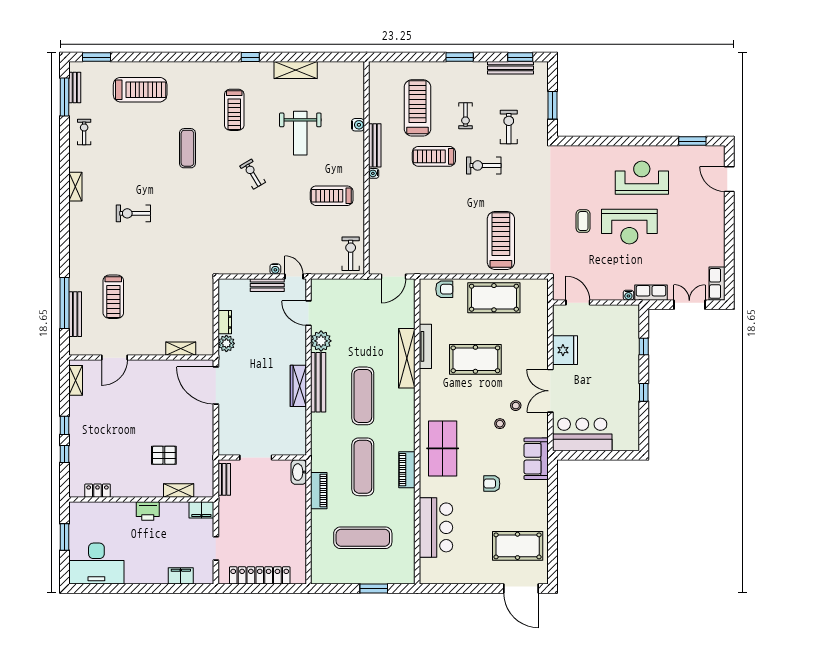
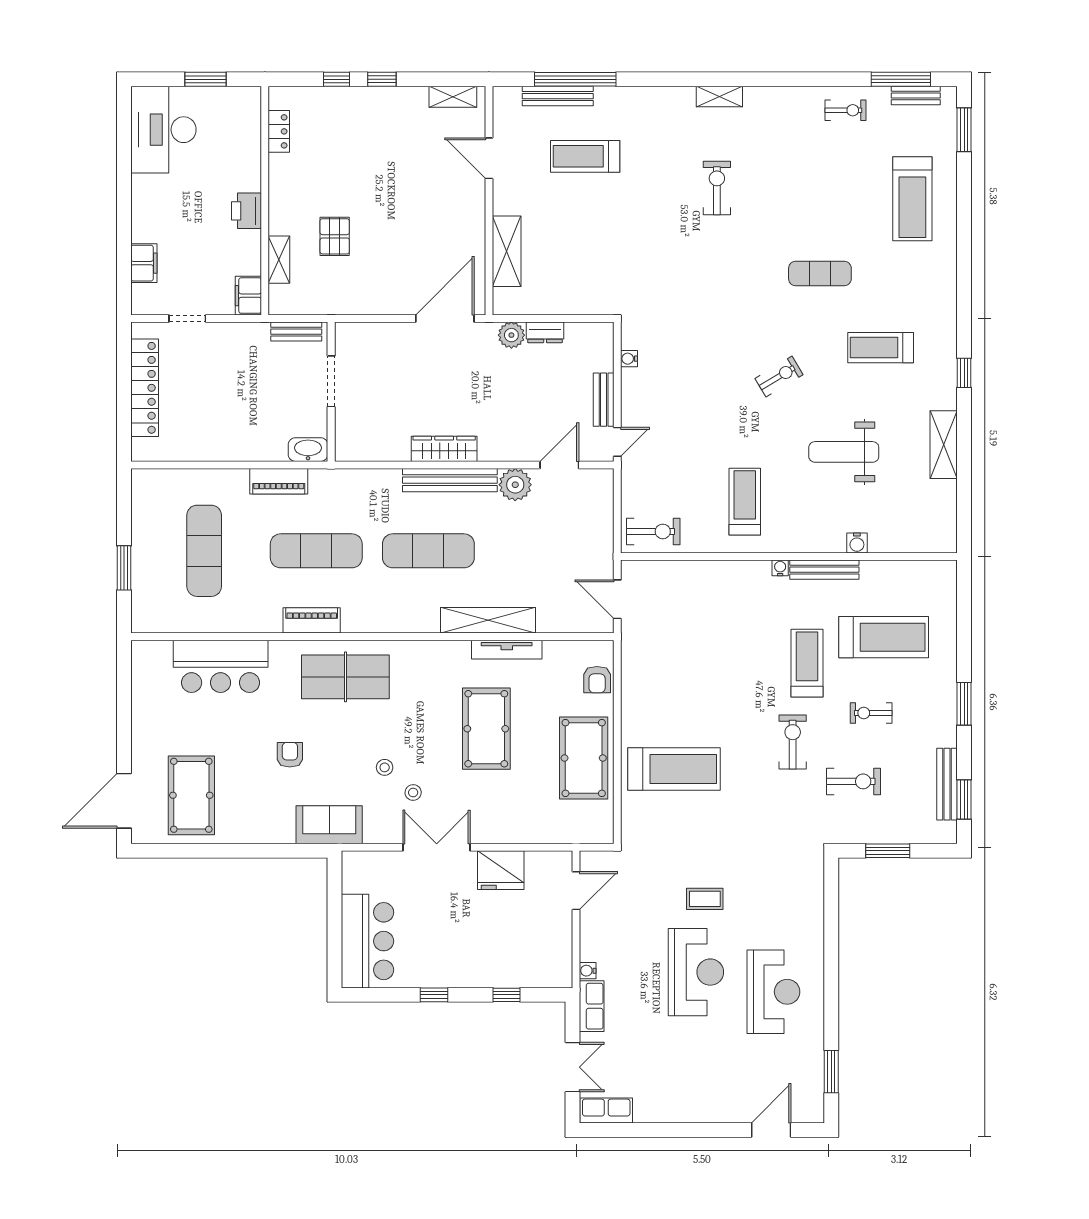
shelving: (75, 187) -> (719, 96), moved
reception desk: (629, 227) -> (696, 972), turned 180
water cooler: (275, 269) -> (629, 359), moved
shelving: (181, 349) -> (507, 251), width x1.50, depth x1.33
bar counter: (582, 434) -> (367, 941), moved

